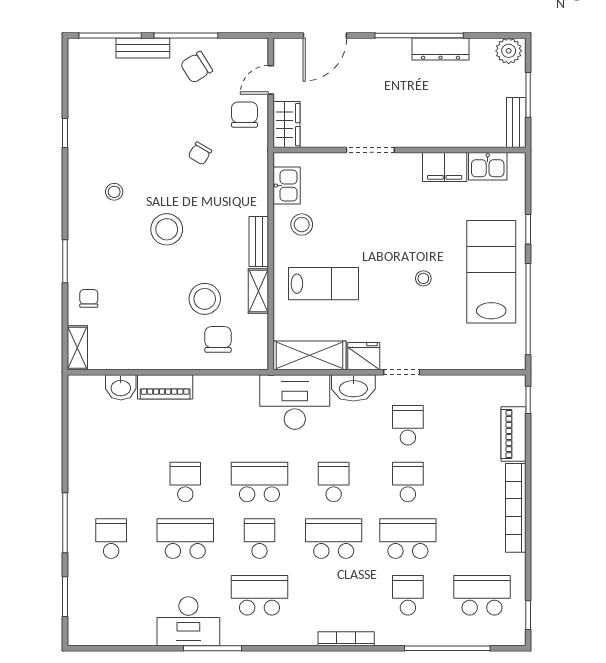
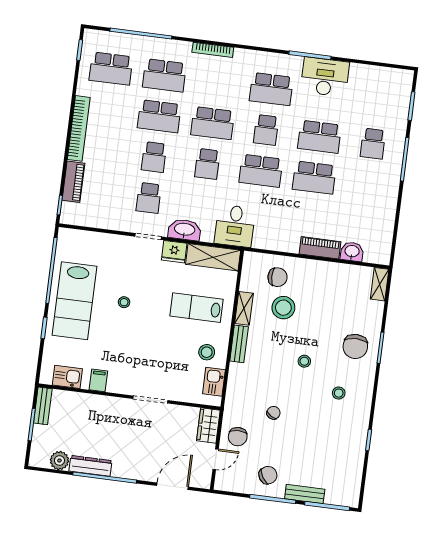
plant: (509, 51) -> (59, 461), moved
filing cabinet: (445, 167) -> (98, 380), width x0.50
stool: (167, 229) -> (304, 361), width x0.53, depth x0.53
chair: (89, 298) -> (355, 346), moved, width x1.87, depth x1.87
chair: (218, 339) -> (278, 277), turned -90
desk: (295, 402) -> (235, 226), width x0.73
school desk: (185, 482) -> (314, 178), width x1.85
school desk: (408, 595) -> (164, 75), width x1.85

